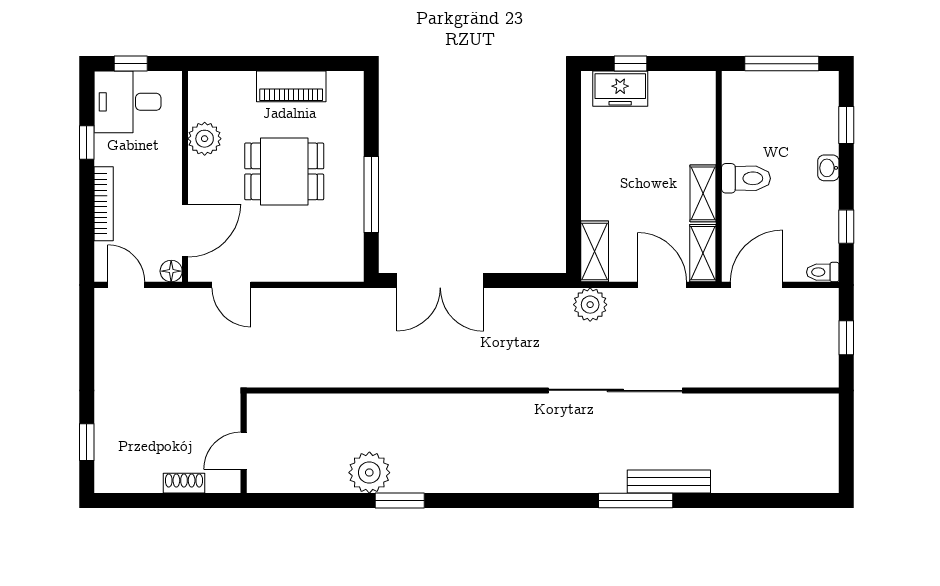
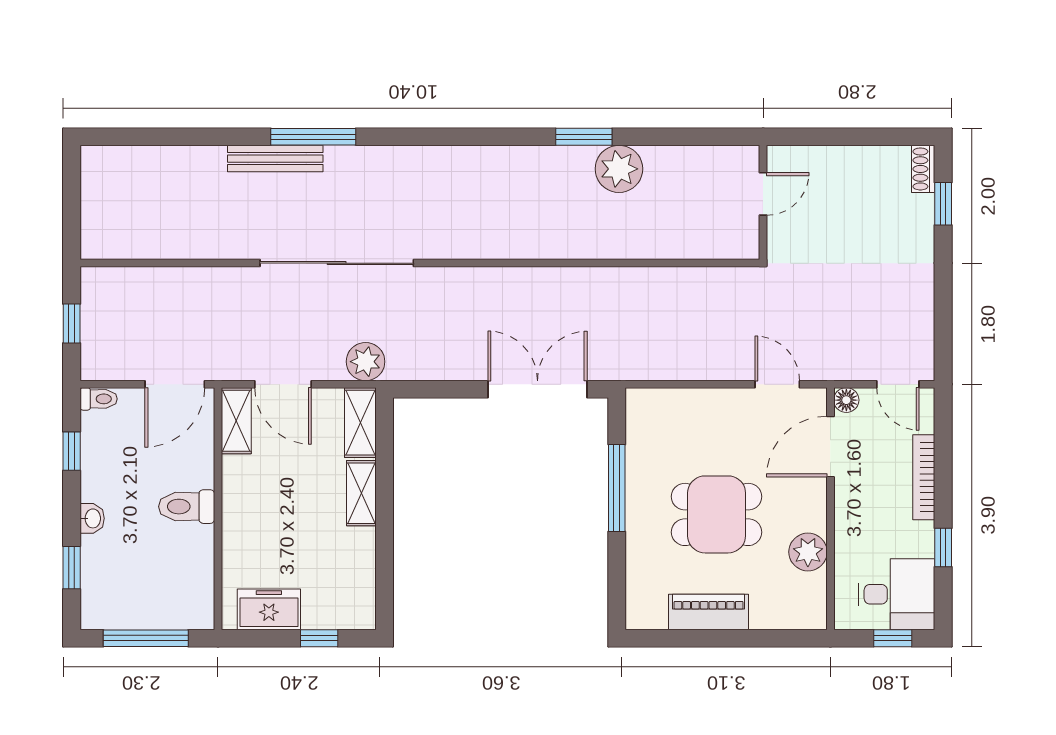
freezer: (620, 89) -> (269, 609), moved
shelving: (703, 193) -> (361, 493), moved
shoe rack: (184, 483) -> (923, 169), moved, turned 90

